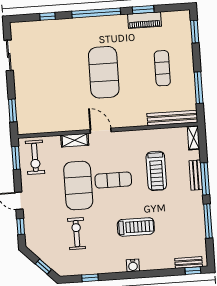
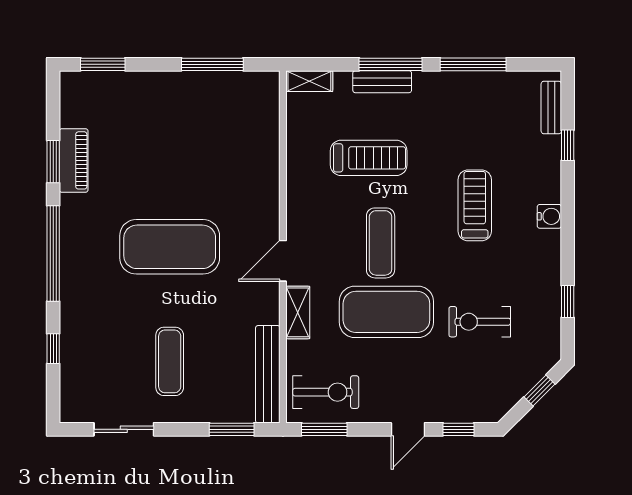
exercise mat: (162, 68) -> (170, 361), moved, turned 90
bench: (172, 118) -> (268, 374), moved
window: (193, 271) -> (568, 145), moved

